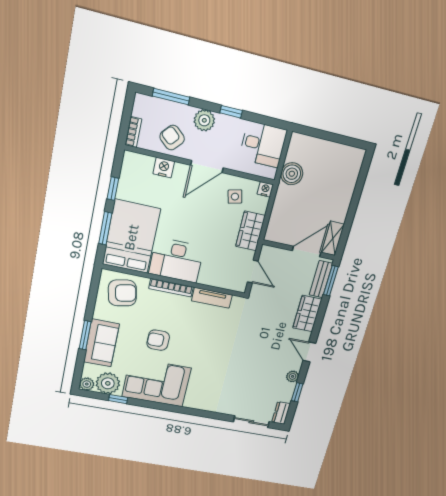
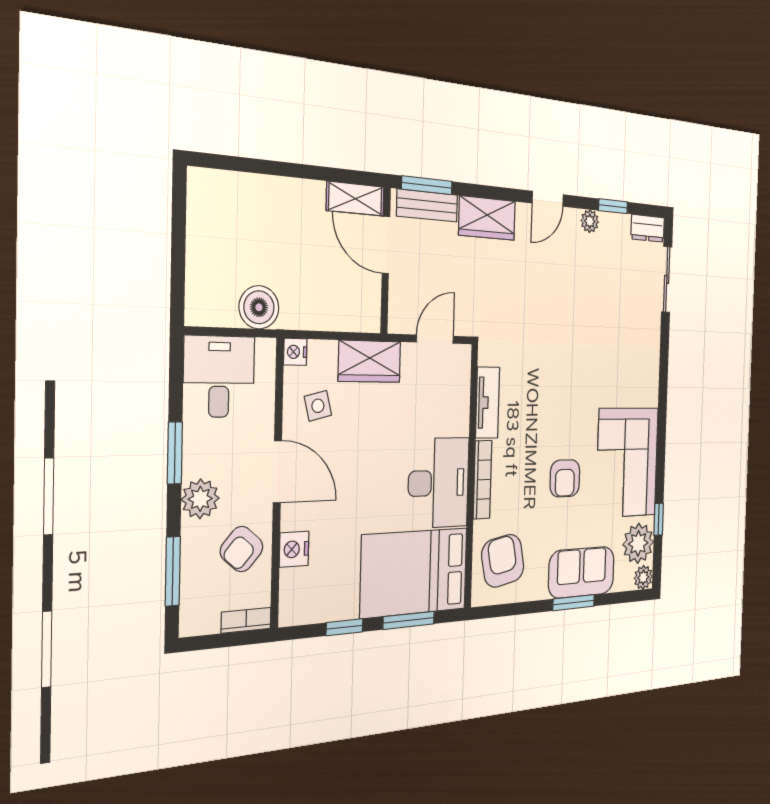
window: (231, 112) -> (175, 453), width x1.50

